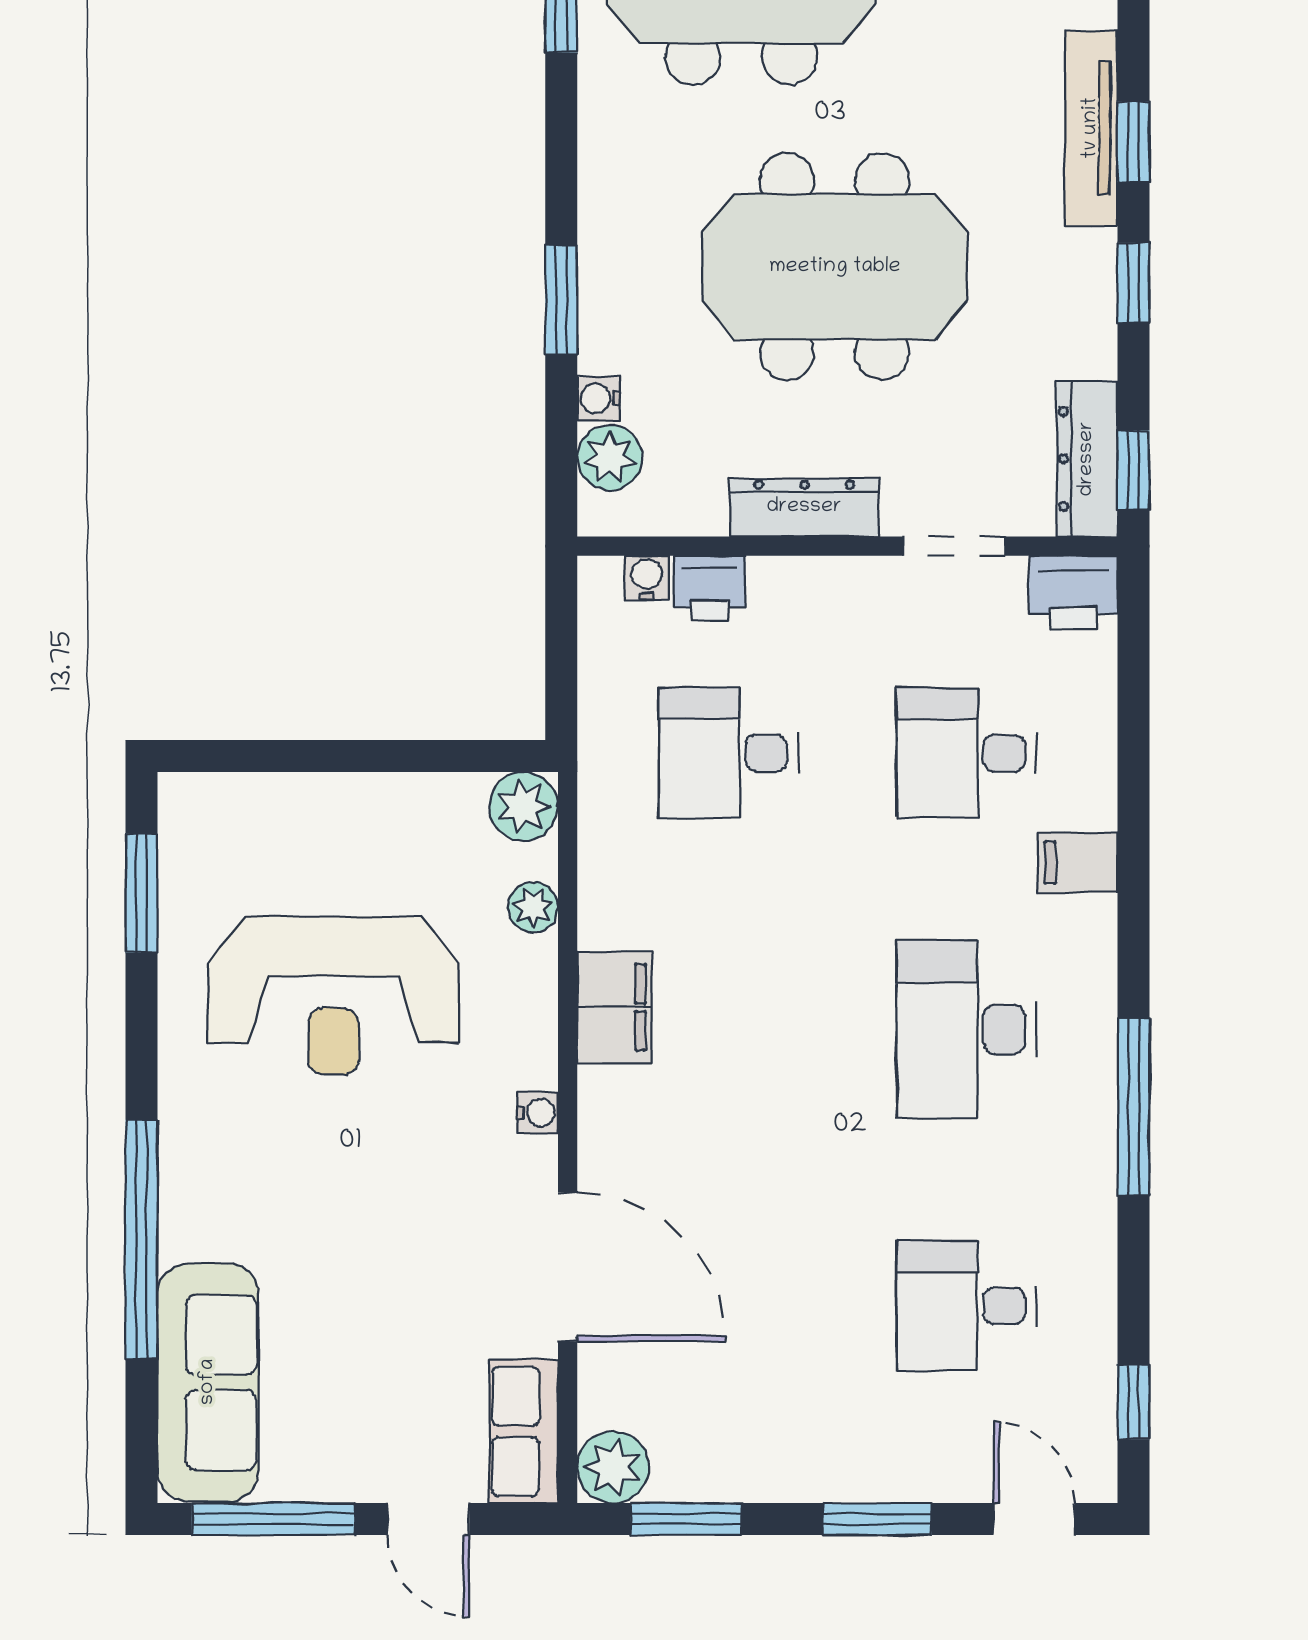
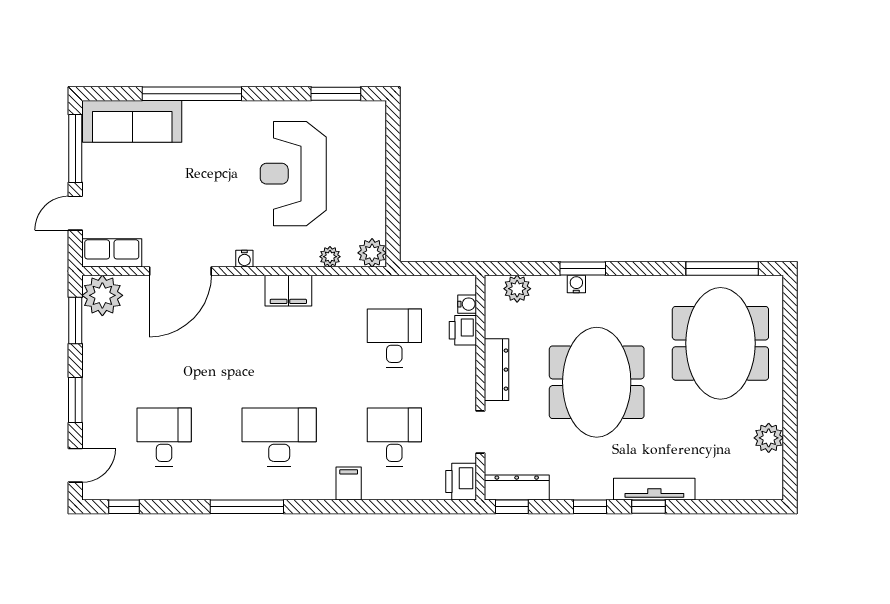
water cooler: (599, 398) -> (576, 284), moved
plant: (613, 1467) -> (102, 295), width x1.36, depth x1.36

